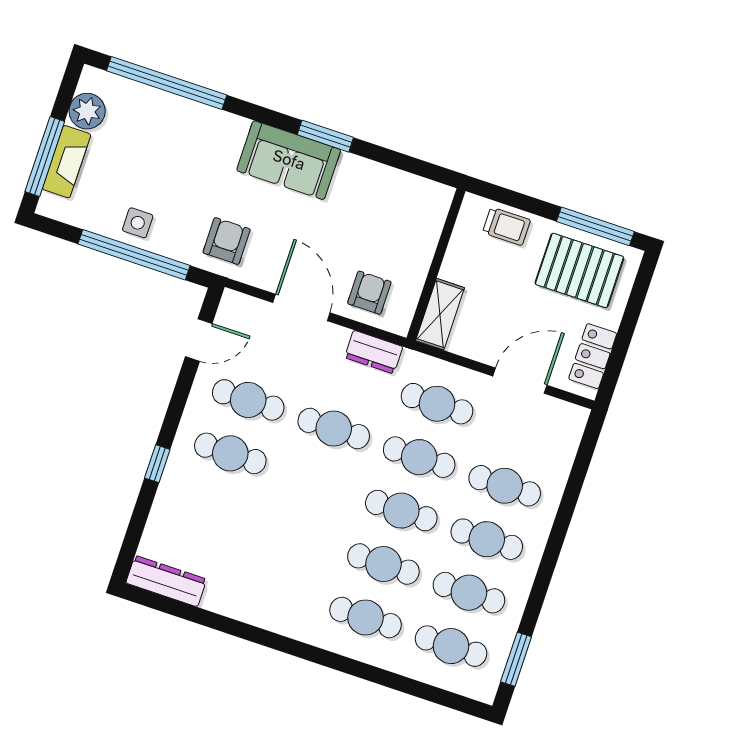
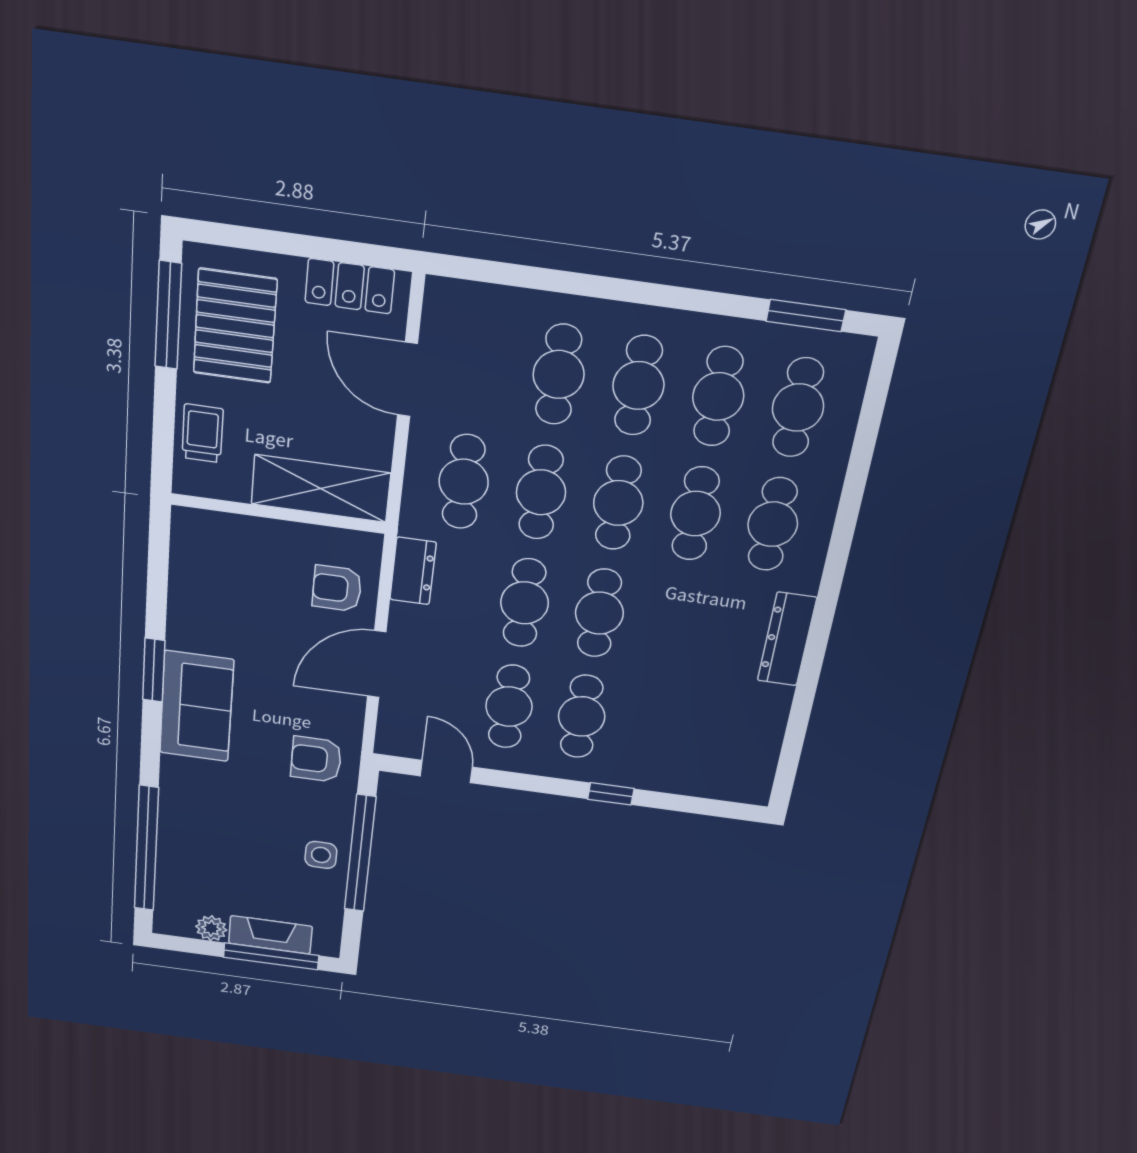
plant: (87, 111) -> (211, 928), width x0.73, depth x0.73
shelving: (440, 314) -> (321, 489), width x1.50, depth x1.33
cafe table: (316, 482) -> (599, 613), added
dresser: (166, 581) -> (787, 639), moved

